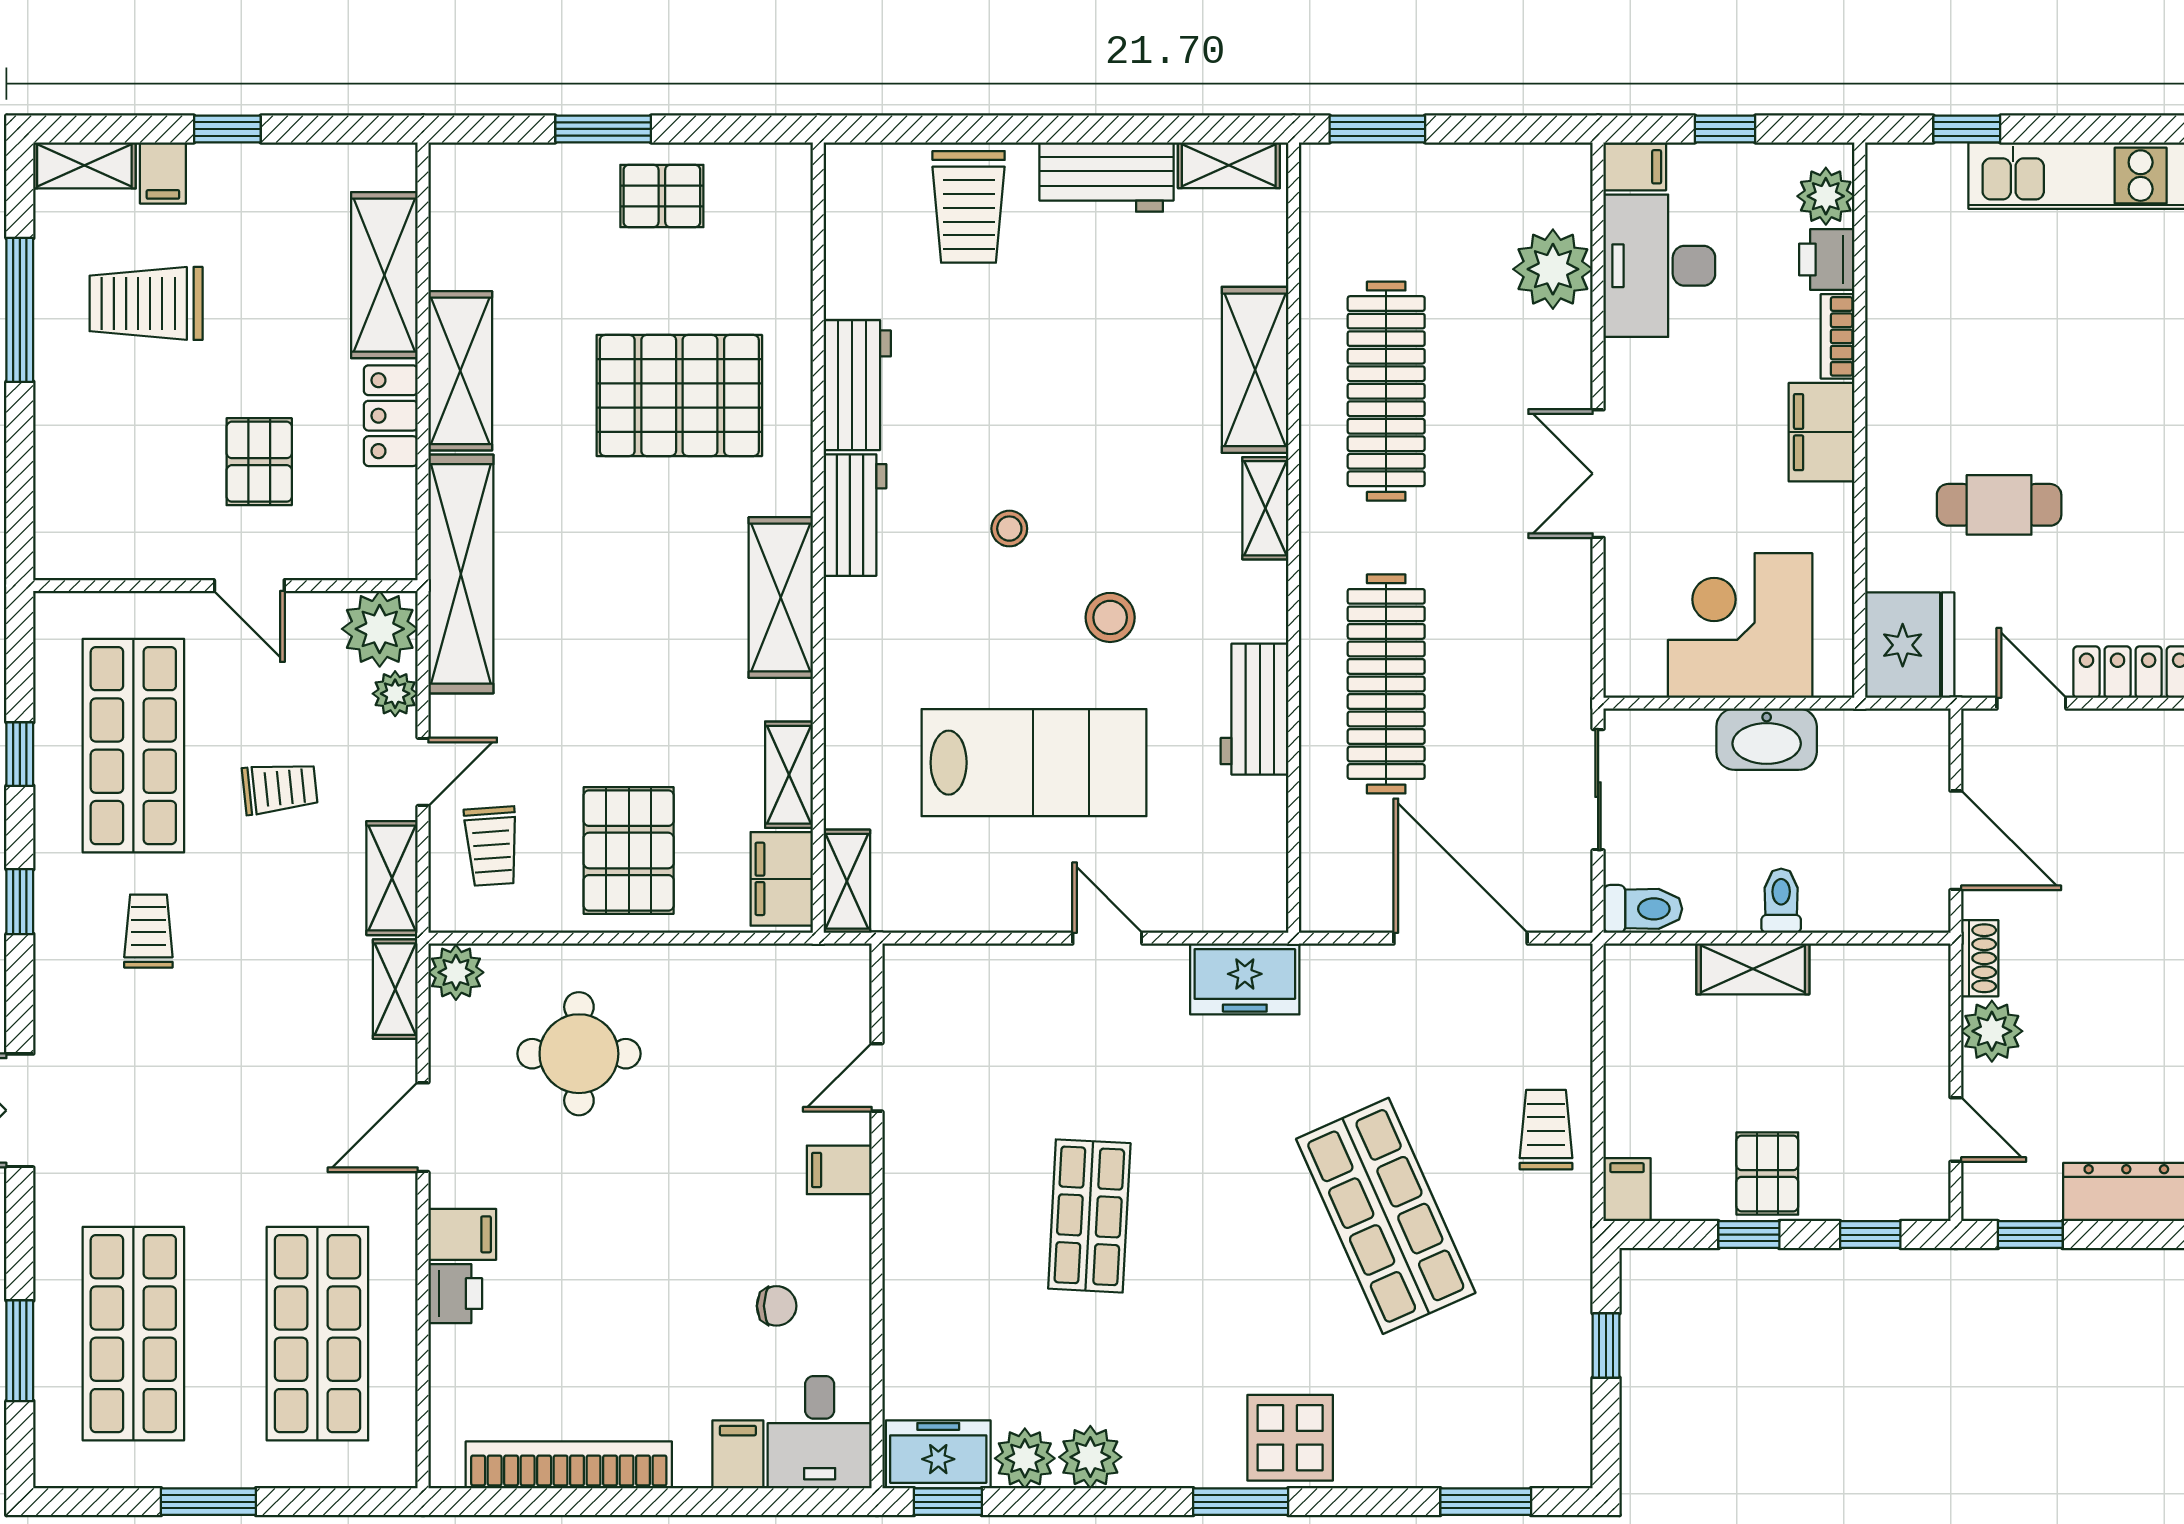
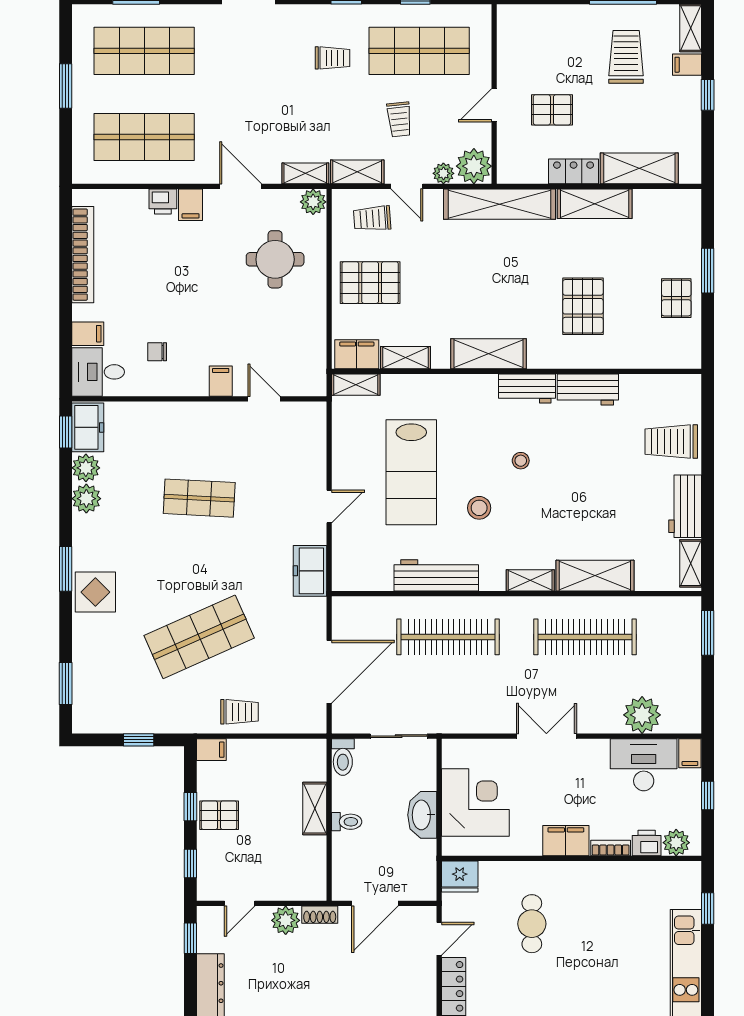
pallet: (679, 396) -> (583, 306), width x0.73, depth x0.71
fridge: (1910, 645) -> (460, 877), width x0.73, depth x0.75
workbench: (1254, 709) -> (436, 575), width x1.38
chair: (777, 1306) -> (157, 352), turned 90

